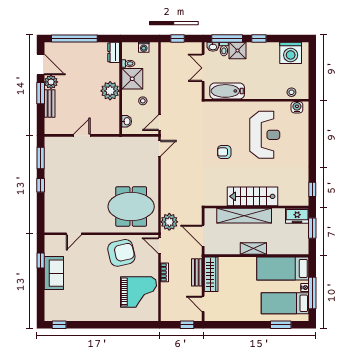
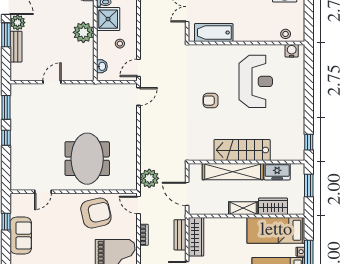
meeting table: (131, 207) -> (87, 159), moved, turned 90
freezer: (297, 216) -> (277, 172), moved
wardrobe: (280, 247) -> (273, 206), added

